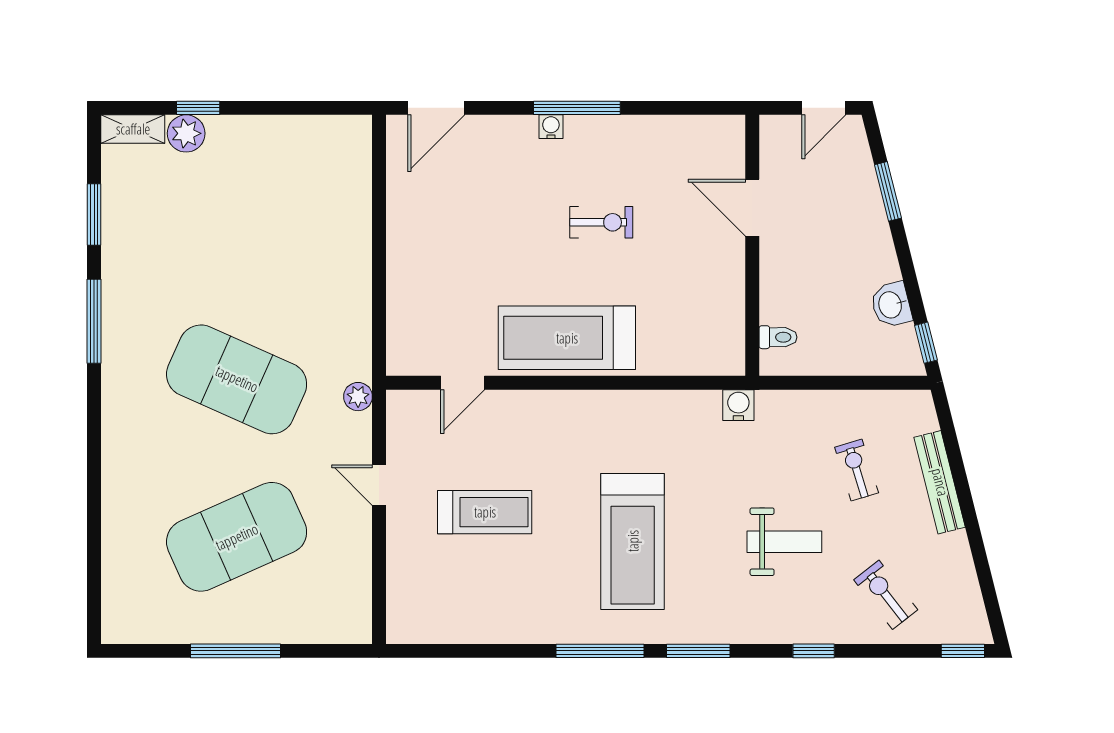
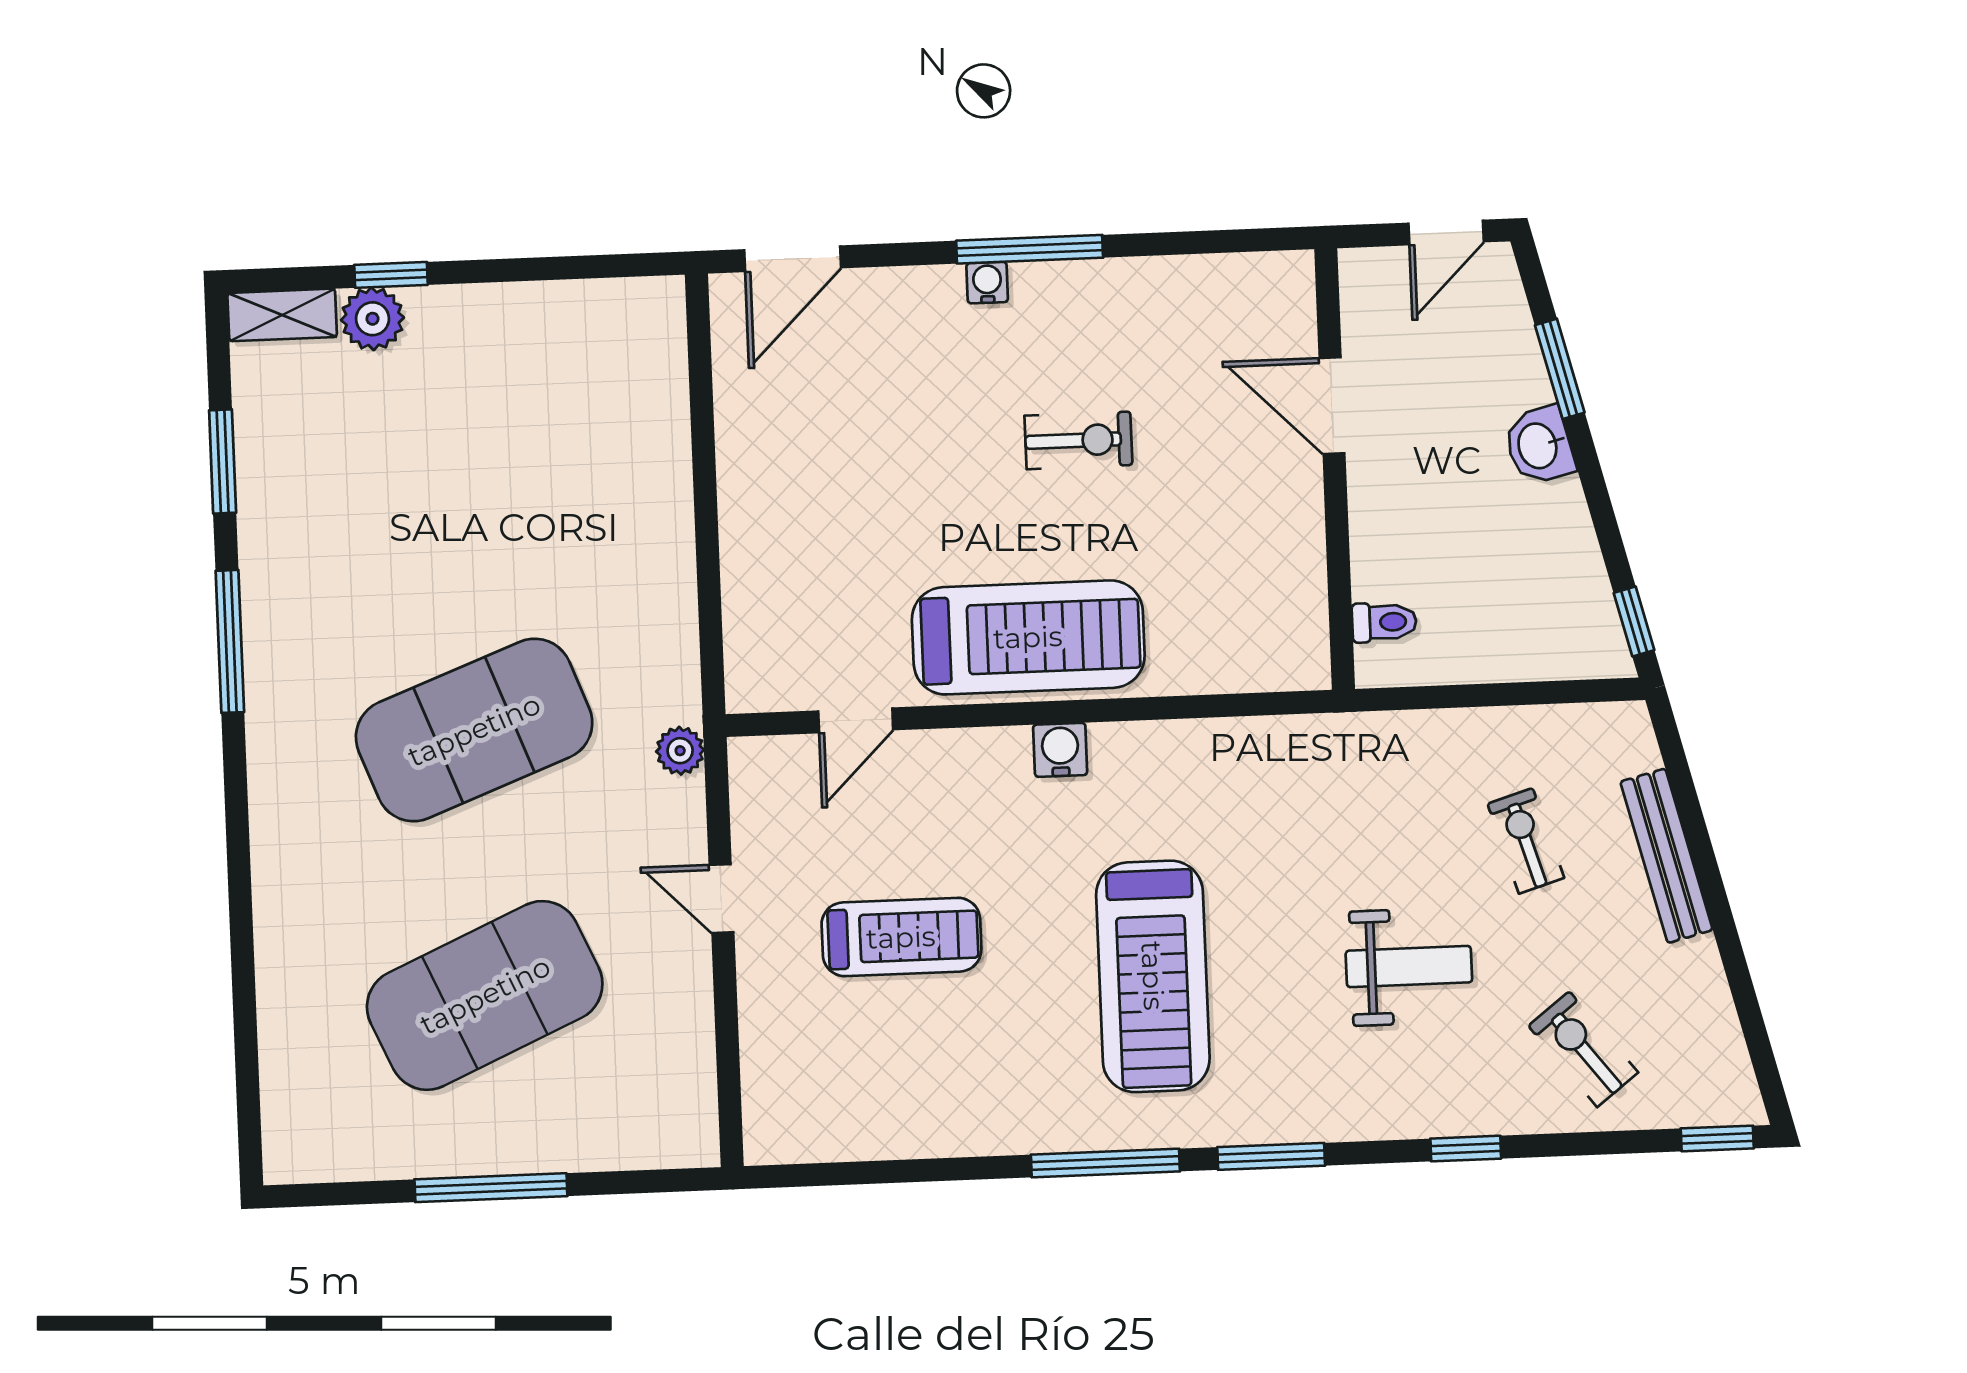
washbasin: (891, 305) -> (1539, 445), moved
treadmill: (567, 338) -> (1028, 637), turned 180
exercise mat: (237, 379) -> (474, 730), turned -45
water cooler: (738, 405) -> (1060, 750), moved

